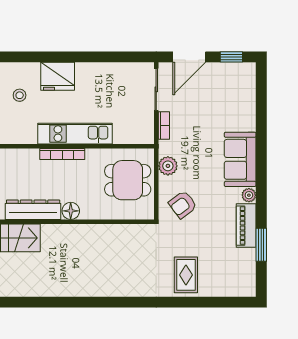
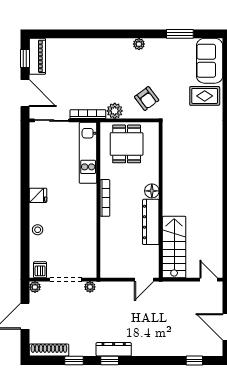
fridge: (58, 76) -> (38, 195), width x0.53, depth x0.75
stool: (20, 95) -> (38, 230), moved
bookcase: (164, 125) -> (88, 114), width x1.56
kitchen unit: (75, 134) -> (88, 153), moved
sofa: (240, 159) -> (210, 61), moved, turned 90
piano: (246, 226) -> (37, 56), moved, turned -90

